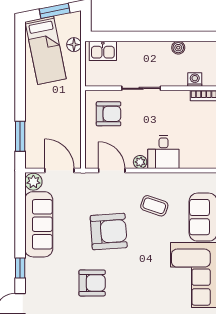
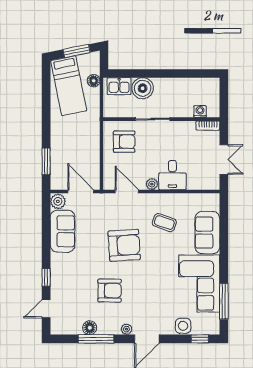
boiler: (178, 48) -> (143, 88), moved, width x1.86, depth x1.86
sofa: (39, 224) -> (63, 231), width x0.73

